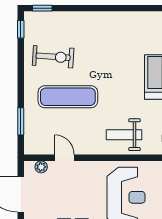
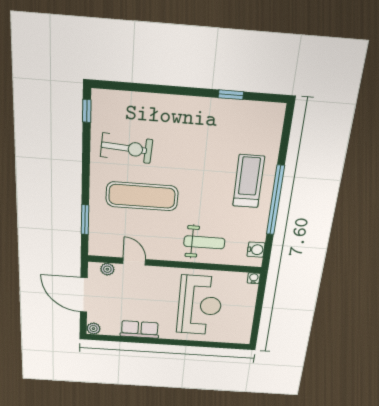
window: (42, 8) -> (231, 95), moved
weight bench: (124, 135) -> (204, 242), turned 180

